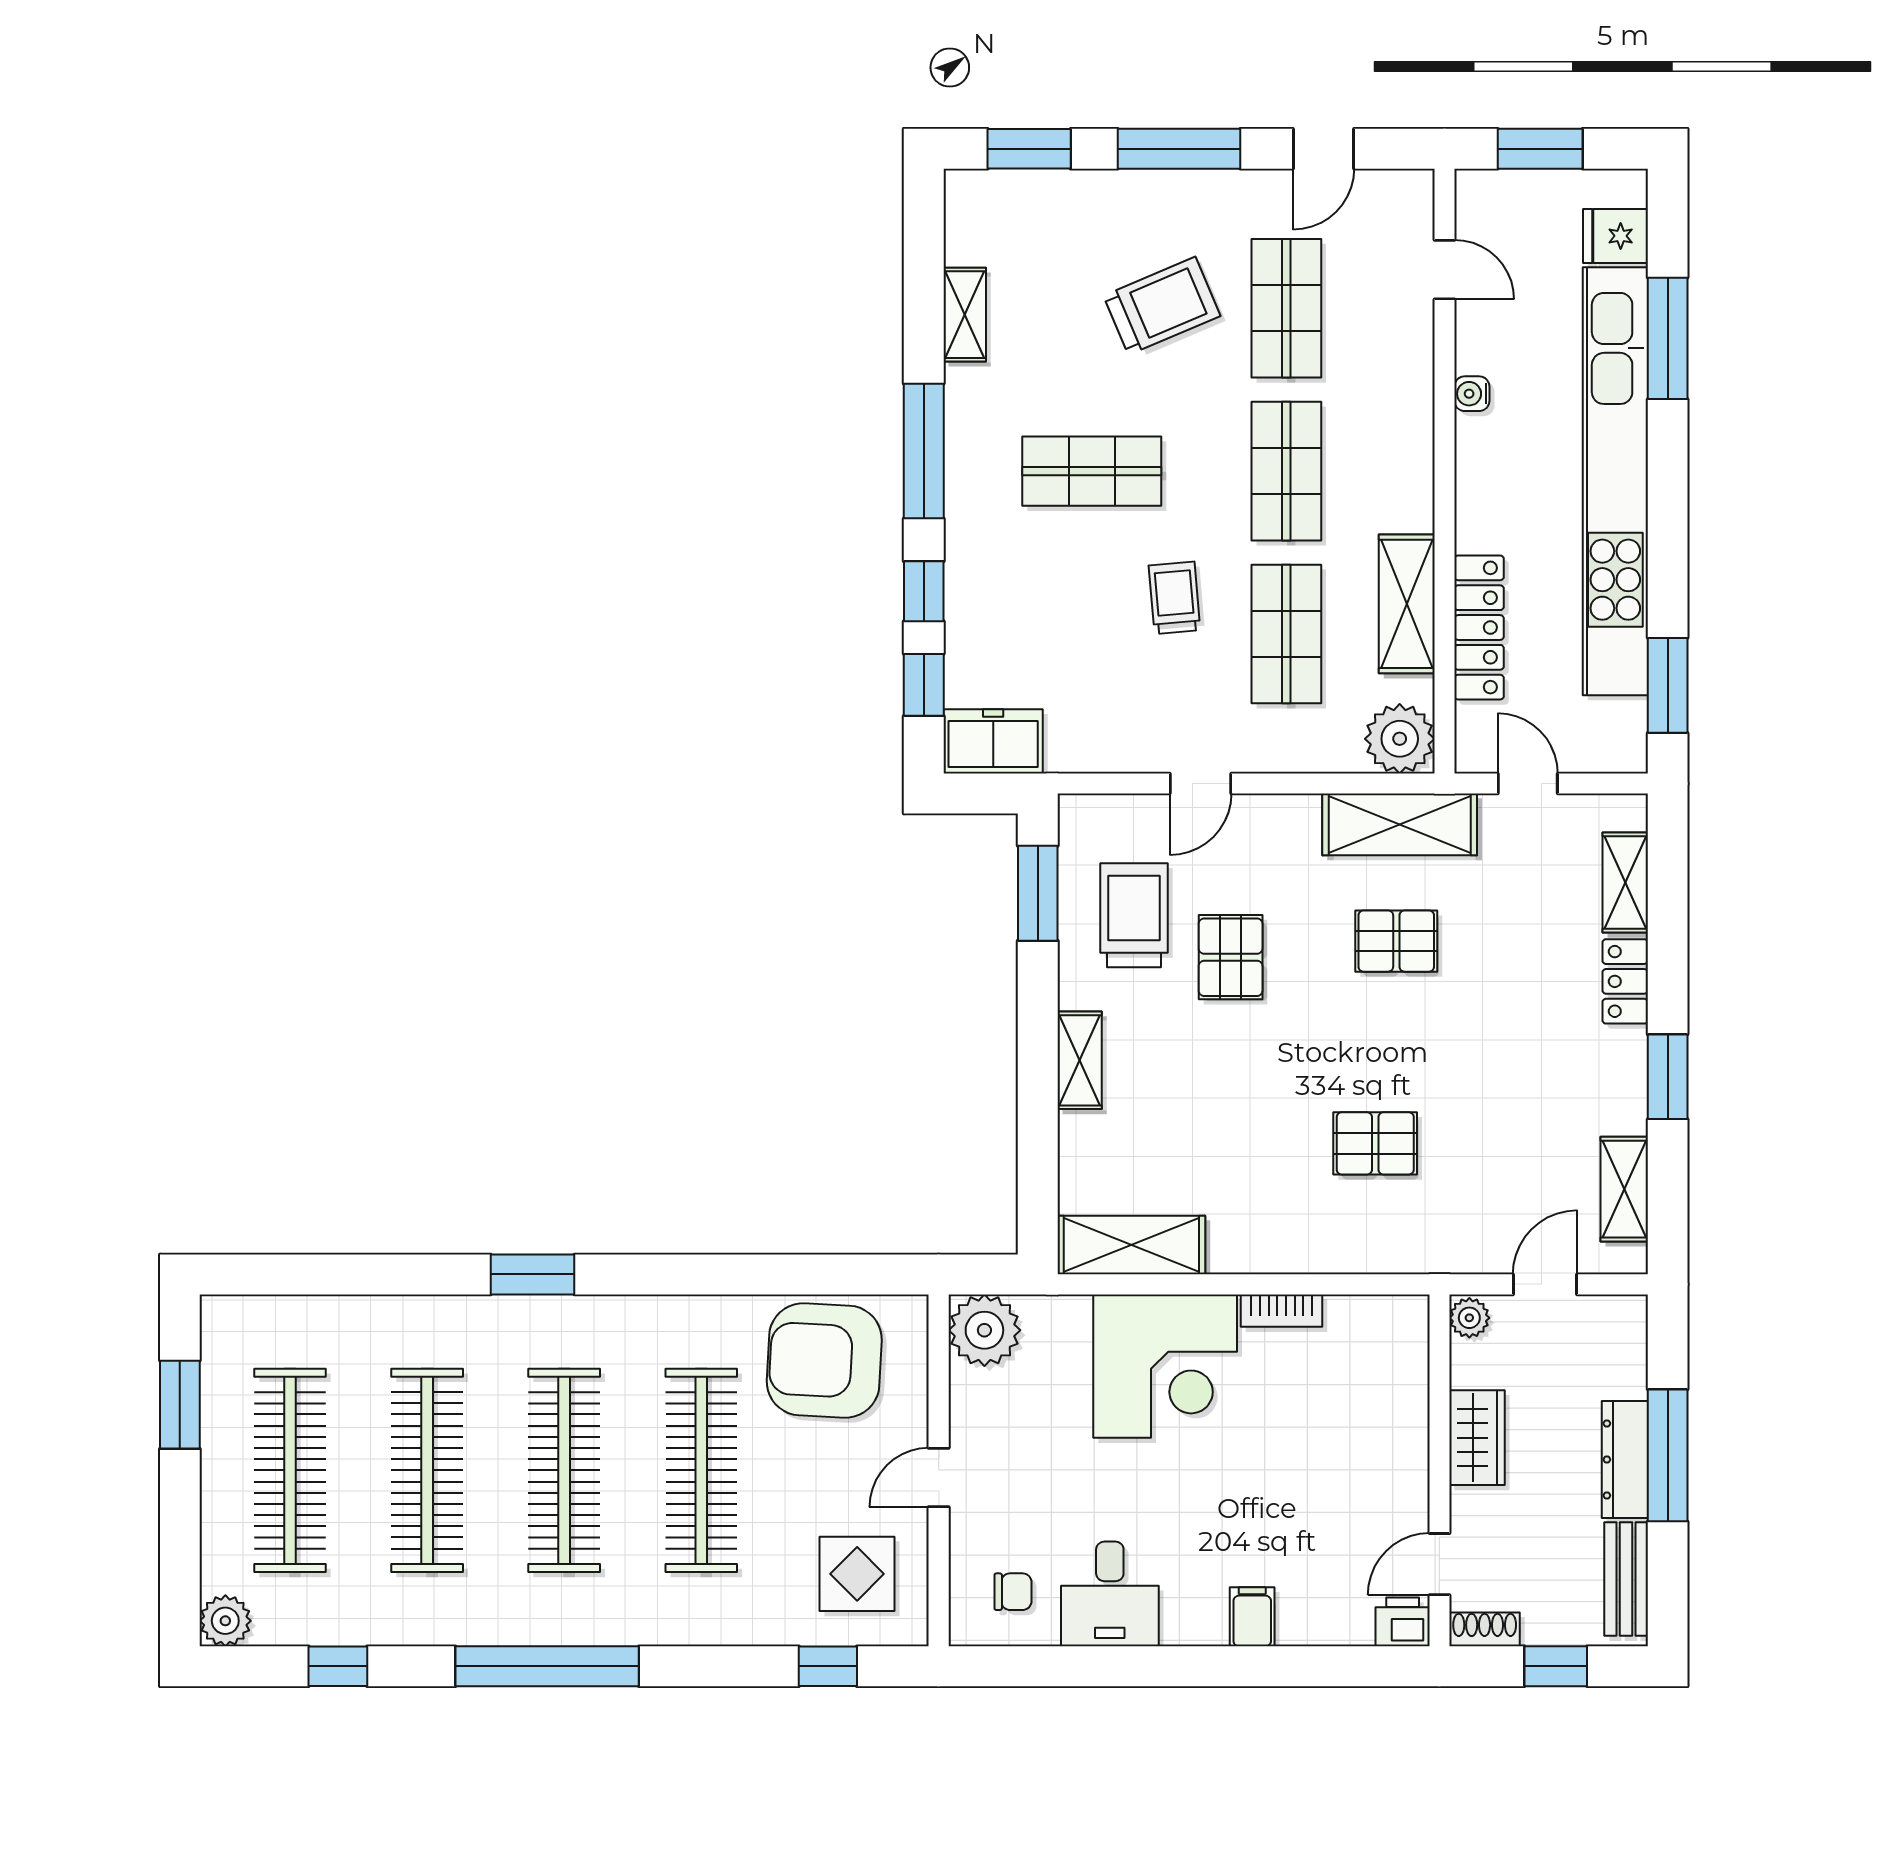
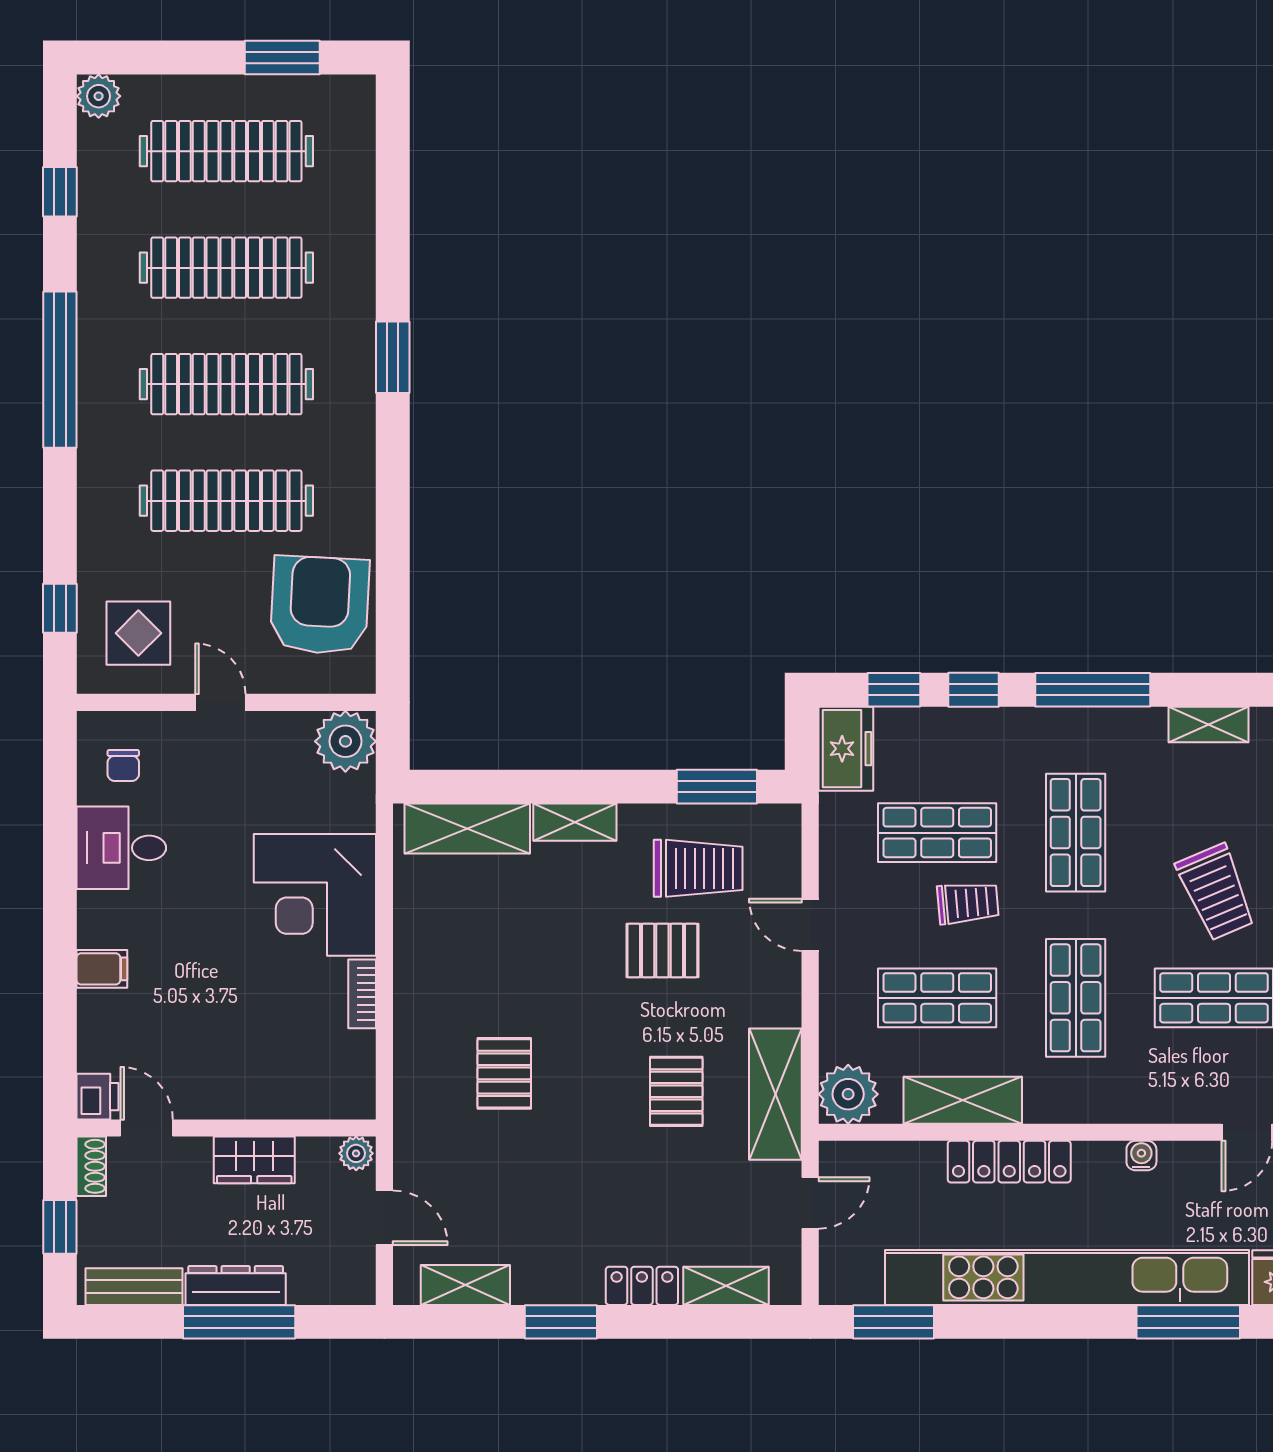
shop shelf: (1286, 471) -> (1076, 998), turned 90
locker: (1479, 627) -> (1009, 1162), moved
shop shelf: (1092, 634) -> (937, 833), added
shelving: (1131, 1245) -> (467, 829), moved, turned 90

